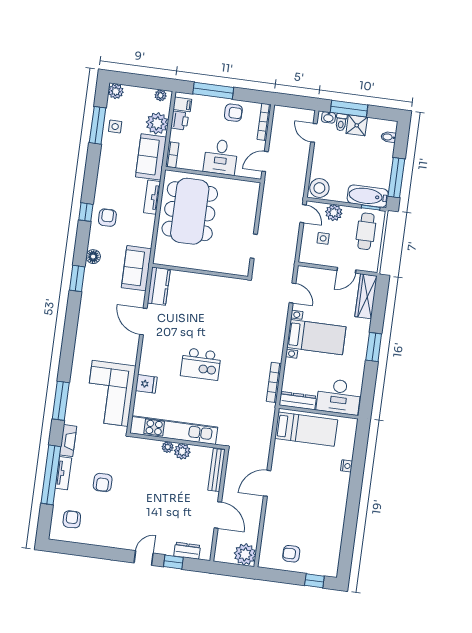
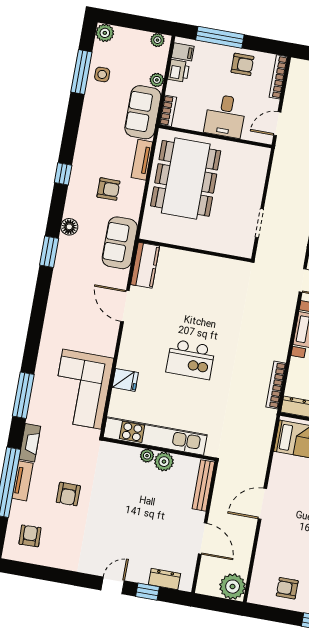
plant: (157, 123) -> (157, 80), width x0.53, depth x0.53
armchair: (107, 218) -> (108, 189), moved, turned 90

